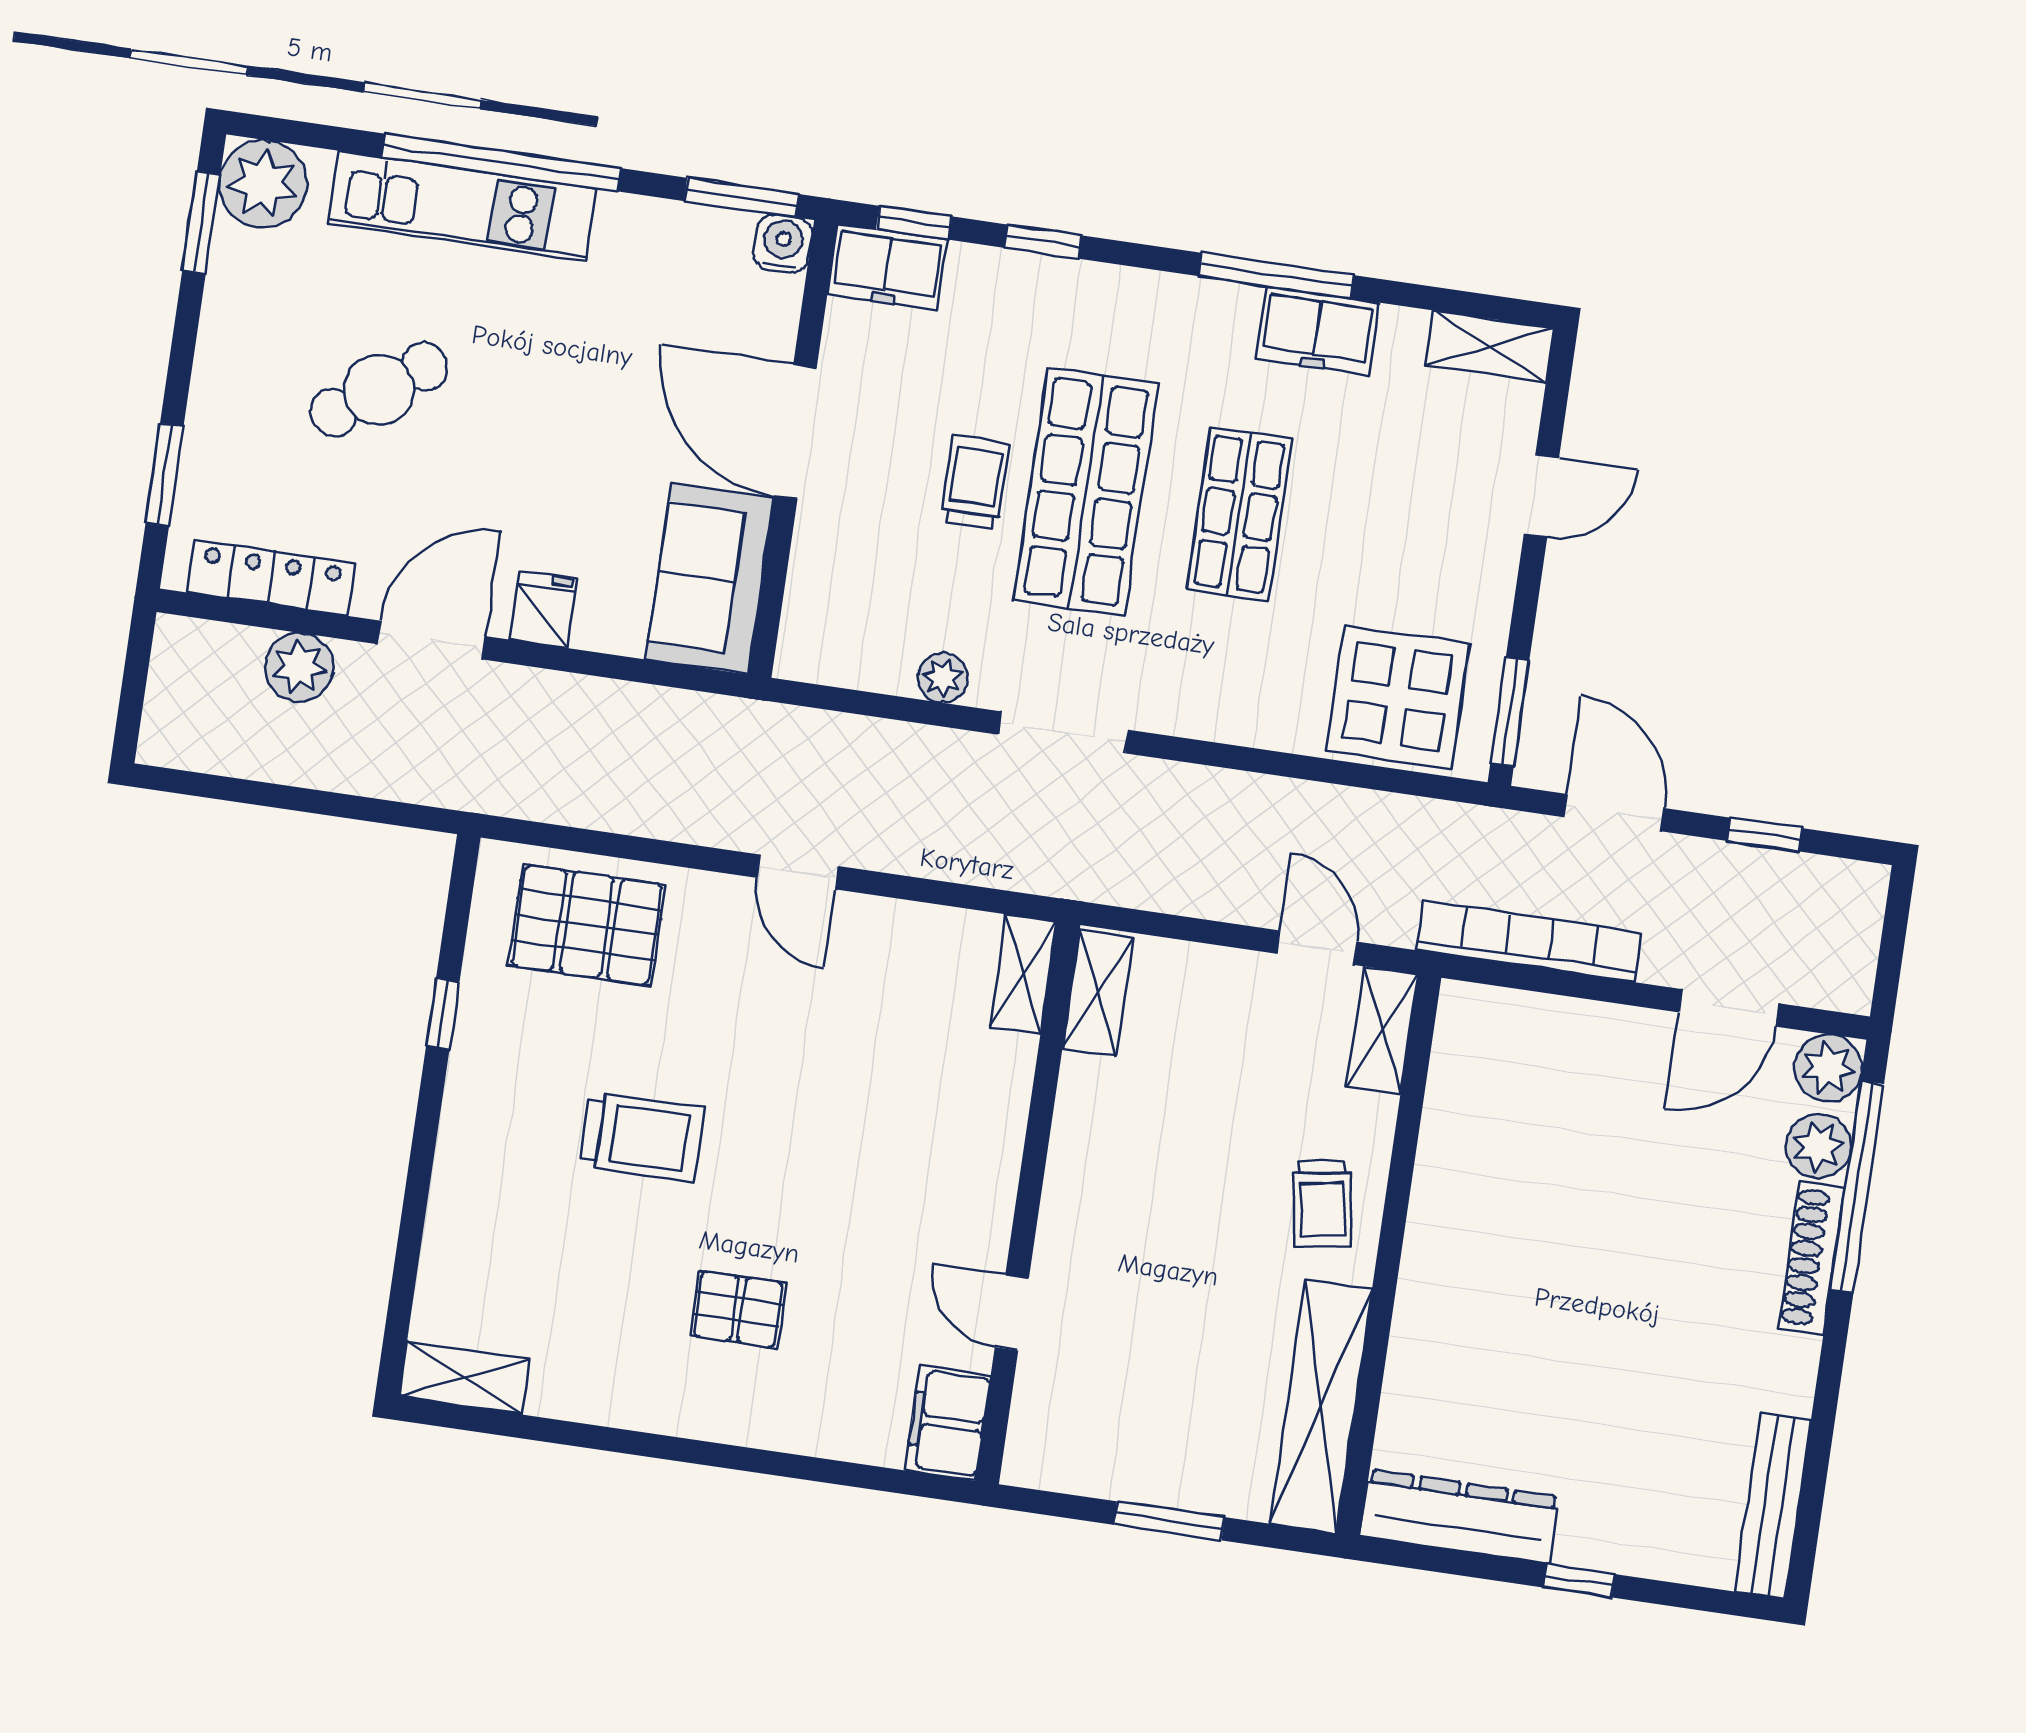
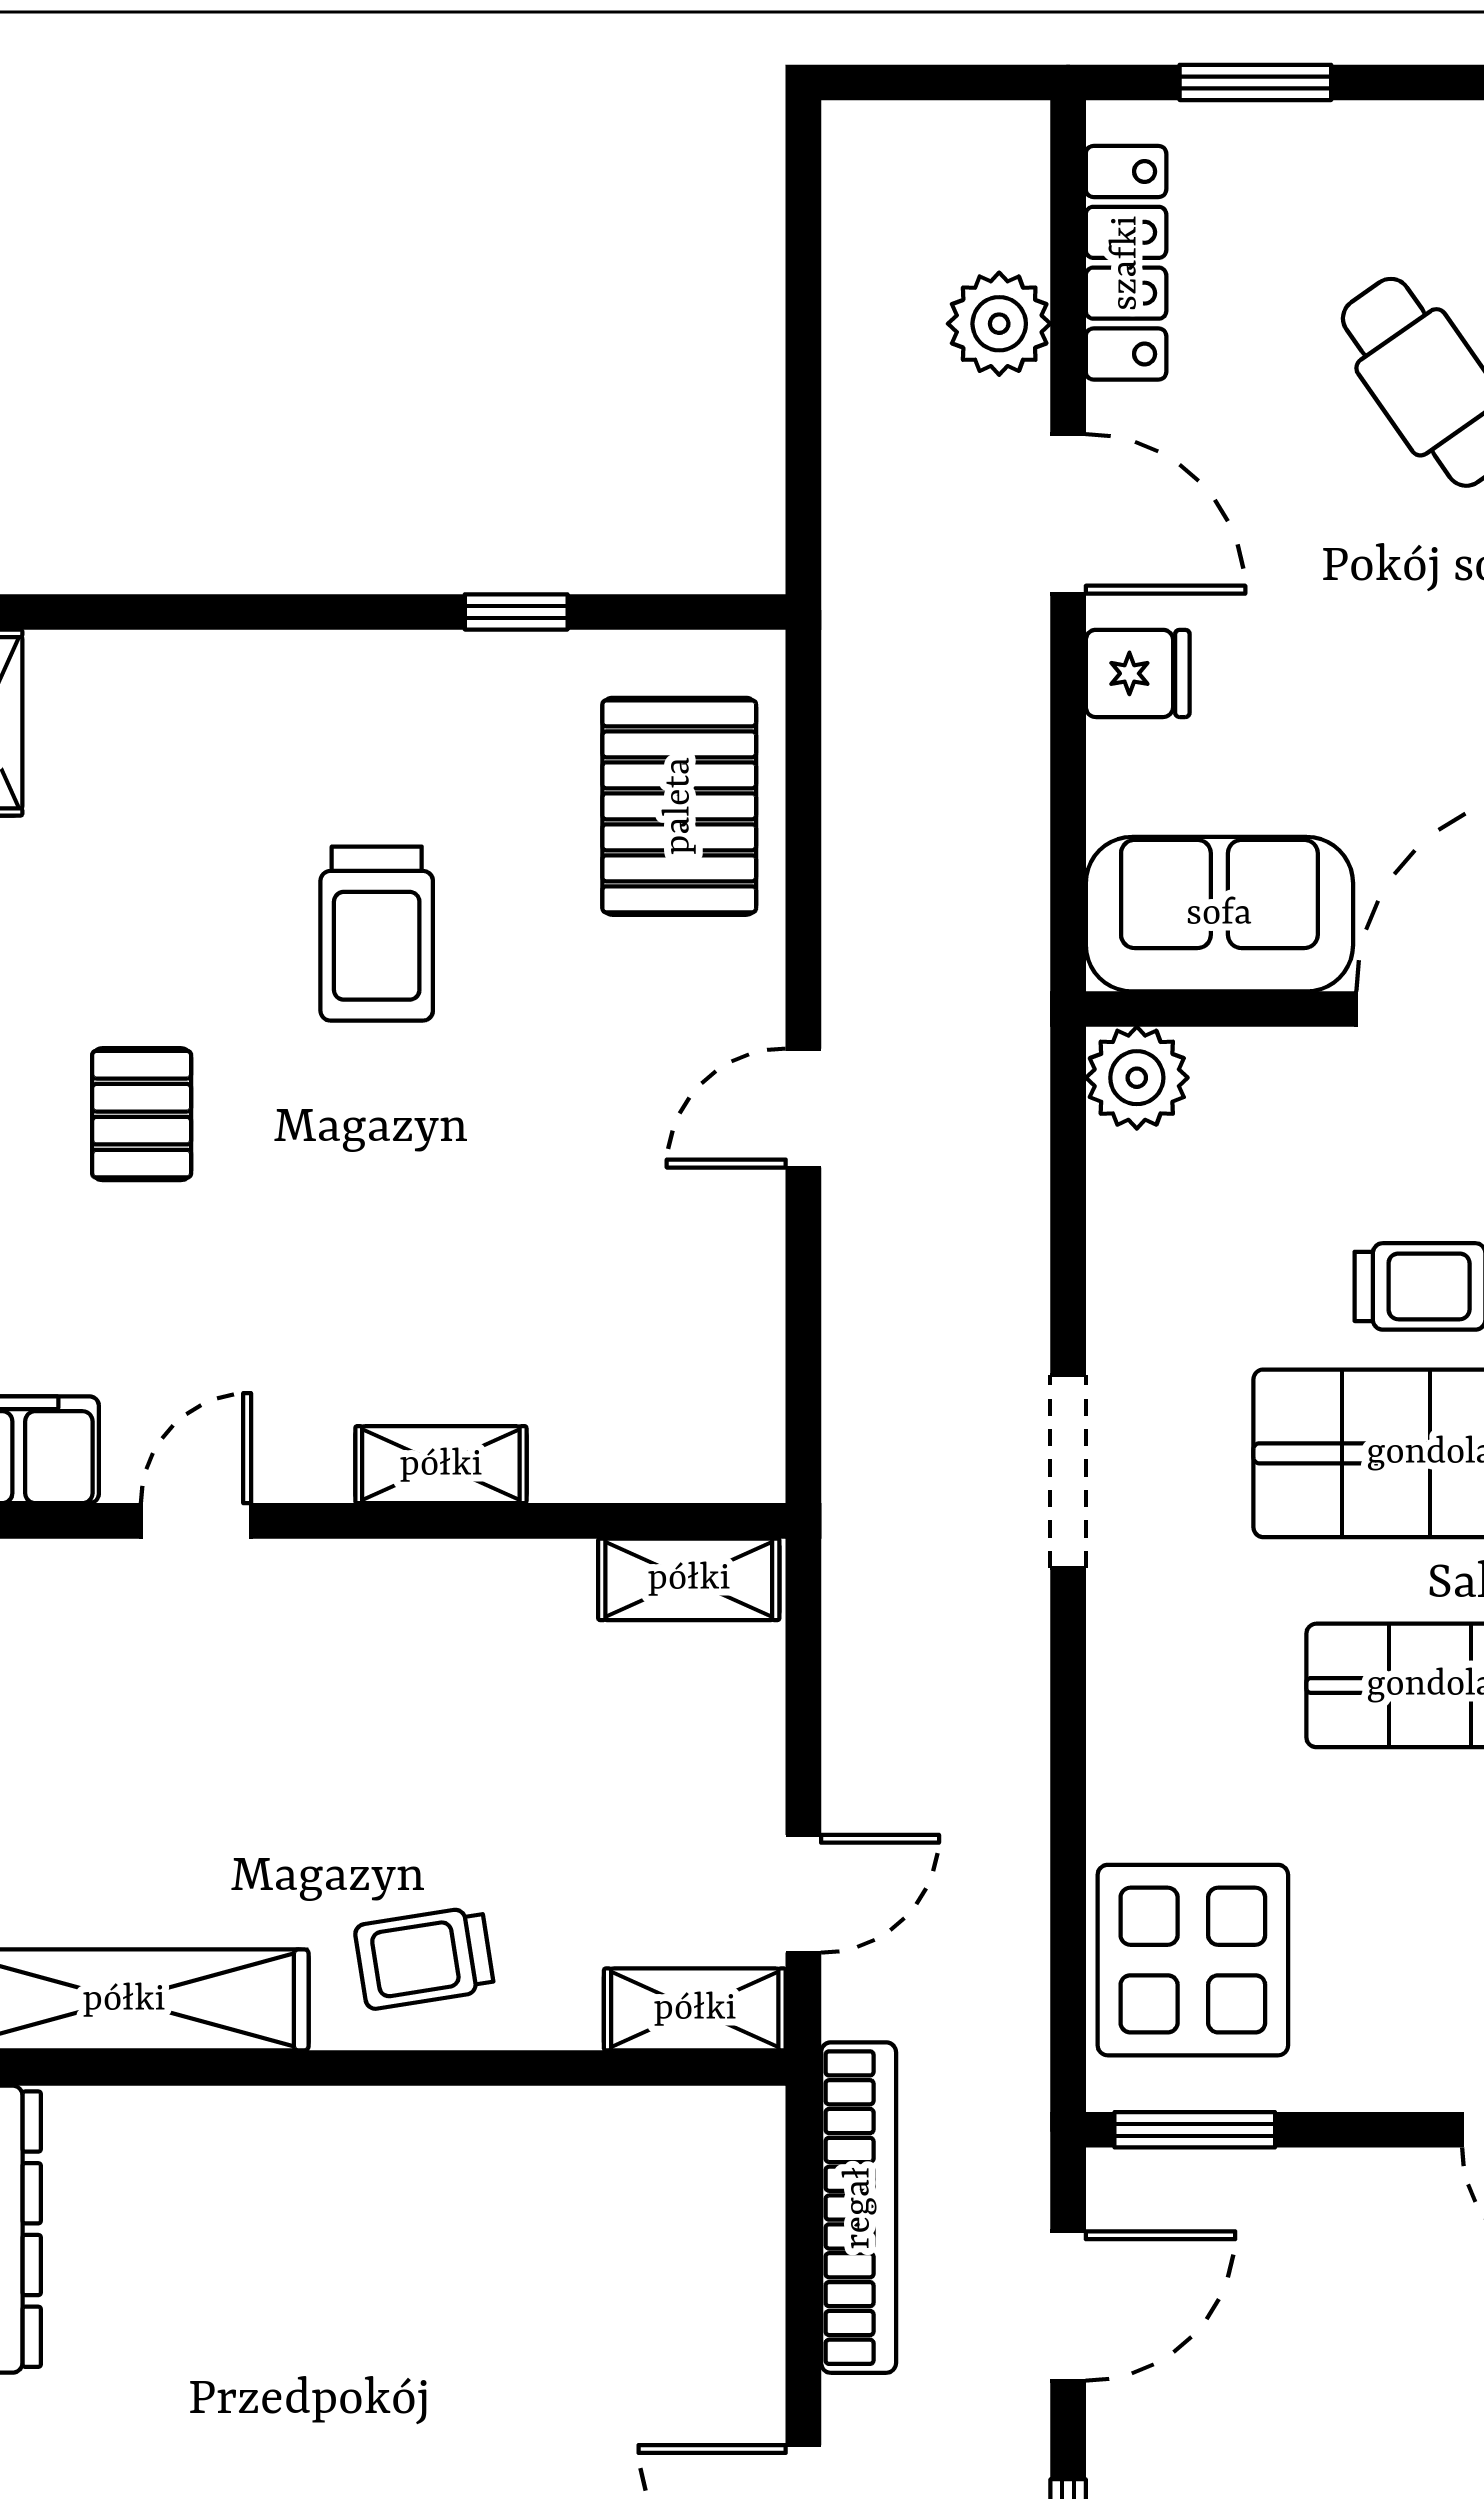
plant: (943, 678) -> (1137, 1078), moved, width x1.38, depth x1.38
shelving: (1023, 975) -> (441, 1465), moved

